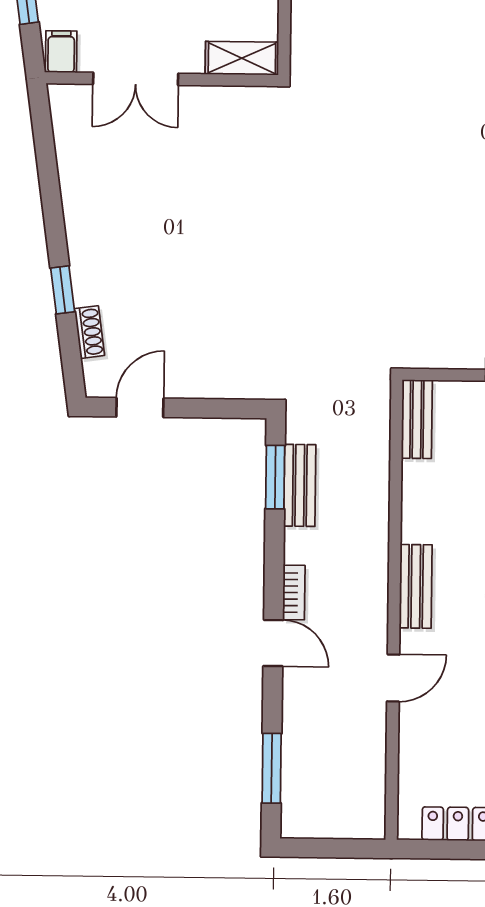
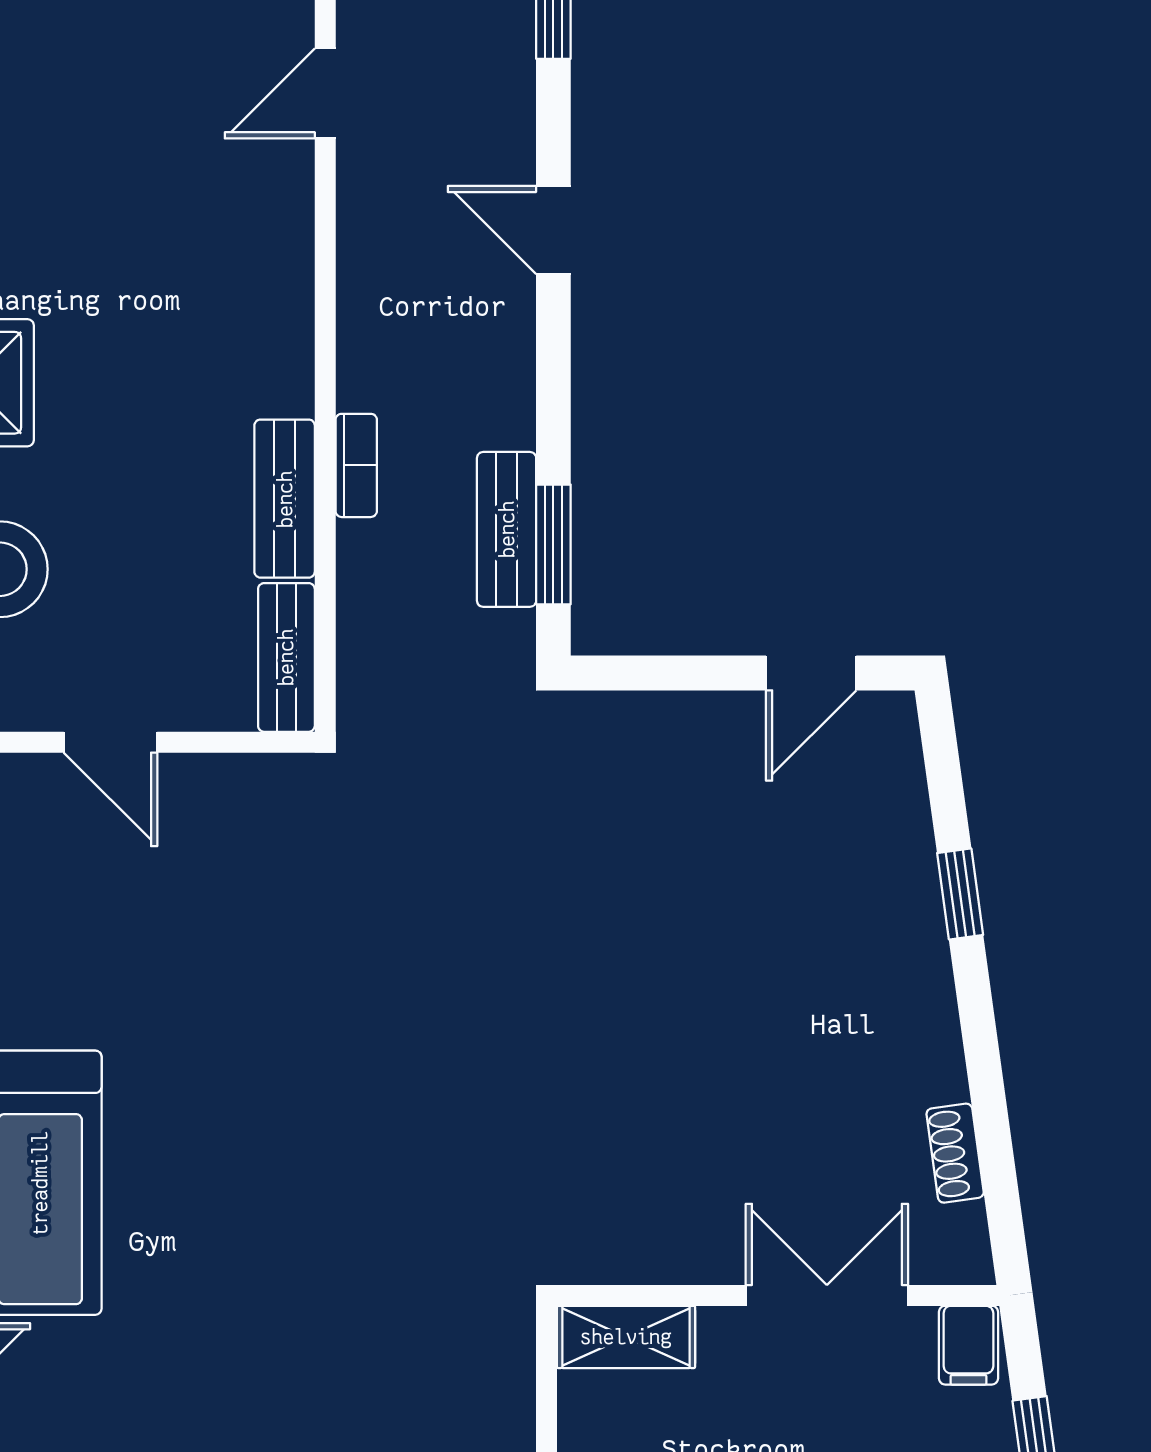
shoe rack: (89, 332) -> (955, 1153), moved
bench: (416, 586) -> (285, 499), moved
bookcase: (294, 593) -> (356, 465), moved, turned 180
door: (393, 678) -> (325, 93), moved

